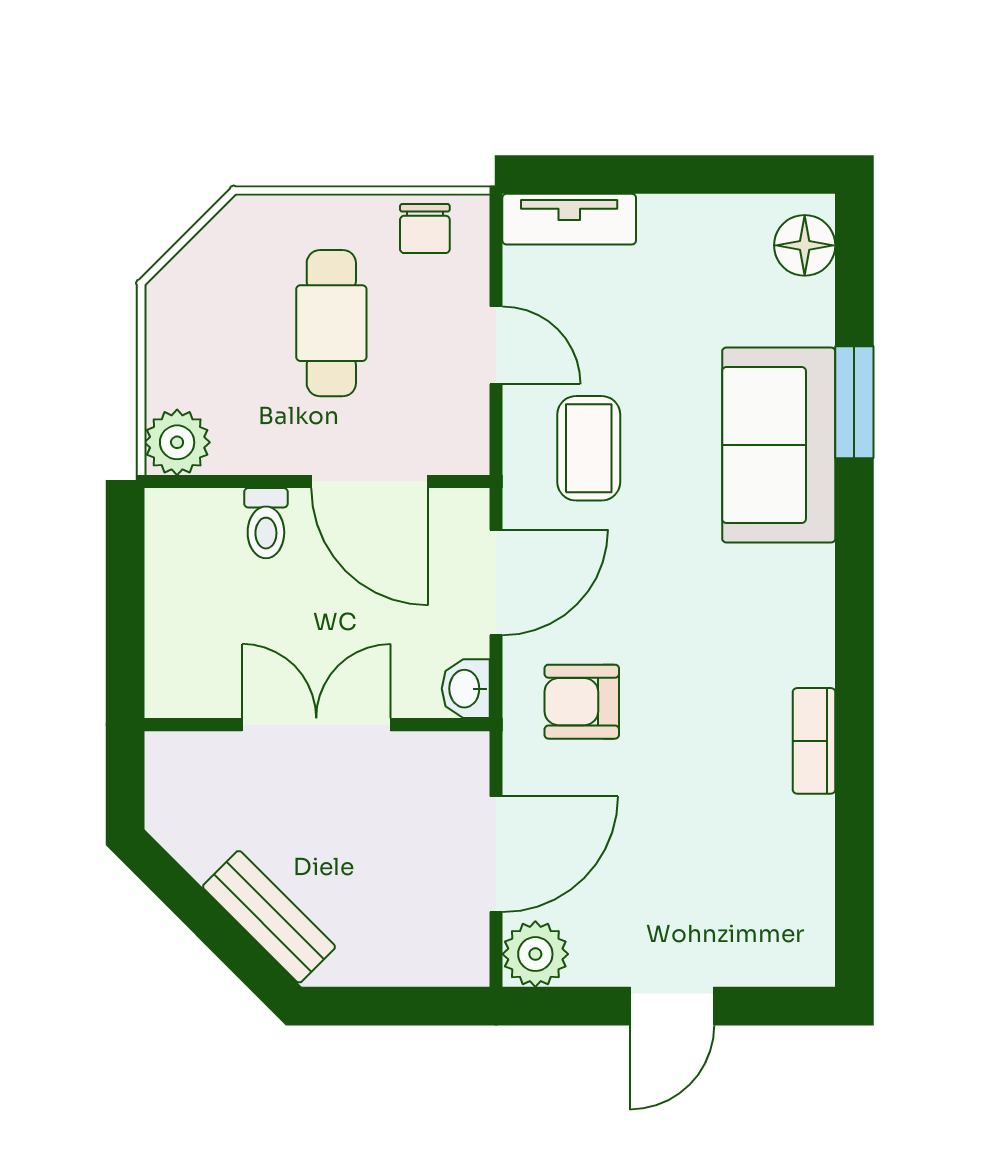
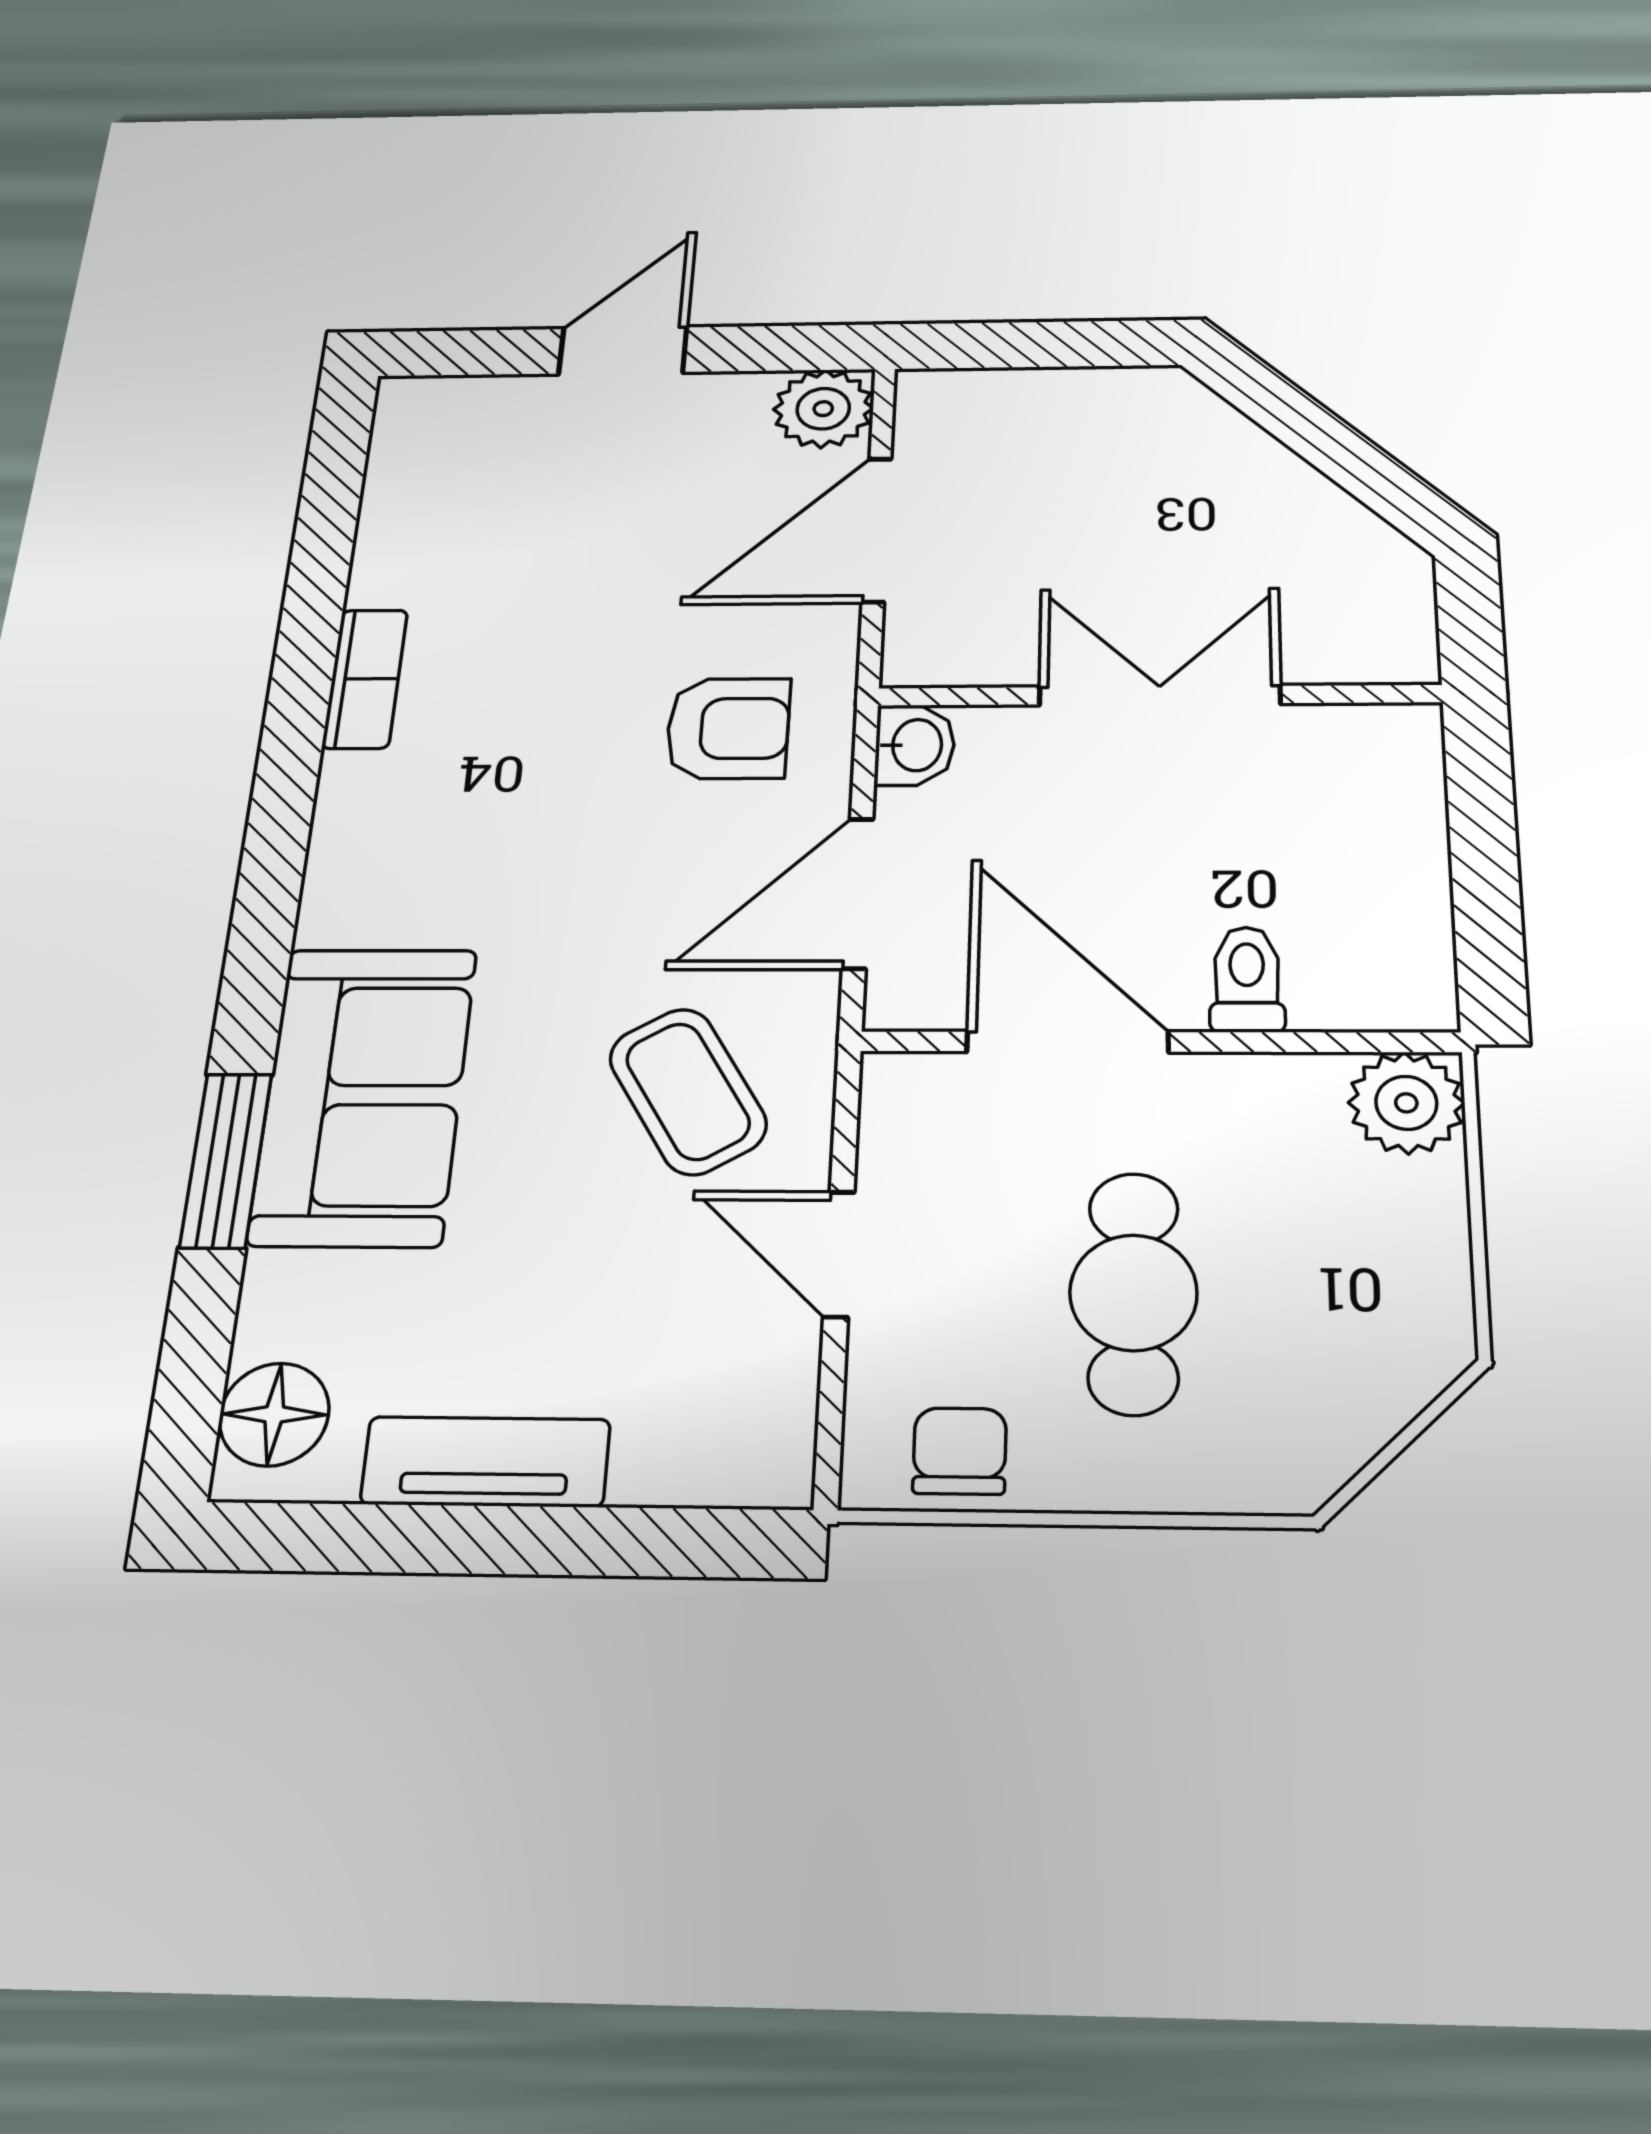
tv unit: (569, 219) -> (486, 1462), moved
coffee table: (589, 448) -> (688, 1091), turned -31
double door: (316, 725) -> (1160, 695), swing flipped
bench: (269, 917) -> (1233, 449), removed

